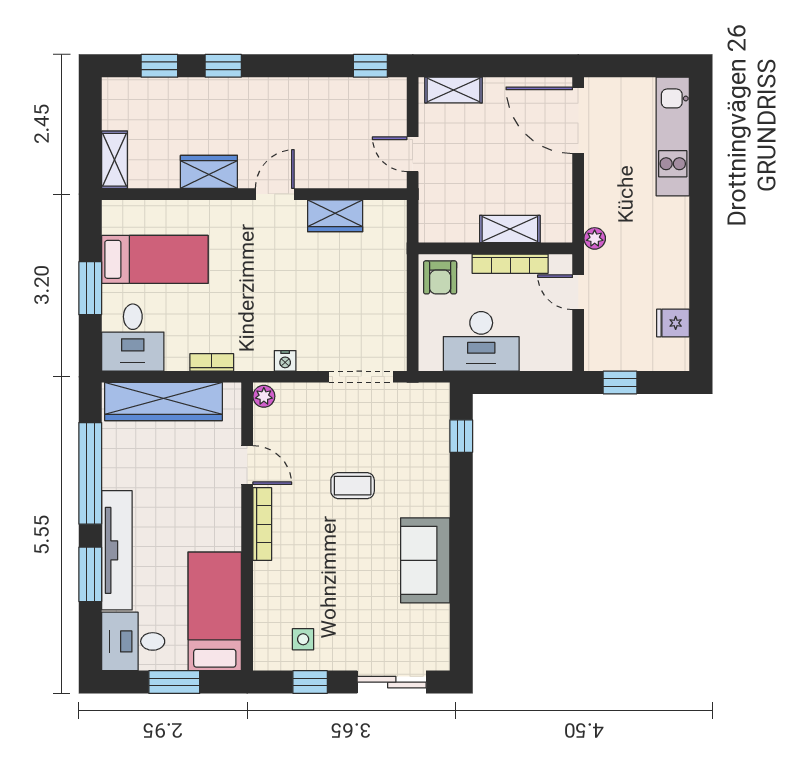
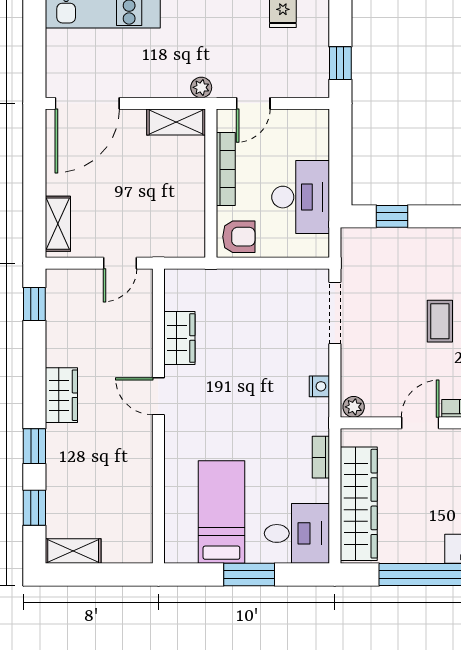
shelving: (115, 160) -> (73, 551), moved
wardrobe: (209, 172) -> (61, 395), moved, turned 180
shelving: (510, 229) -> (176, 122), moved, turned 90

